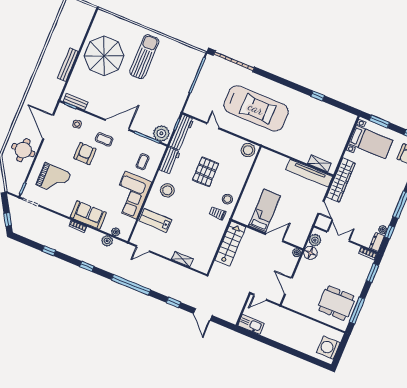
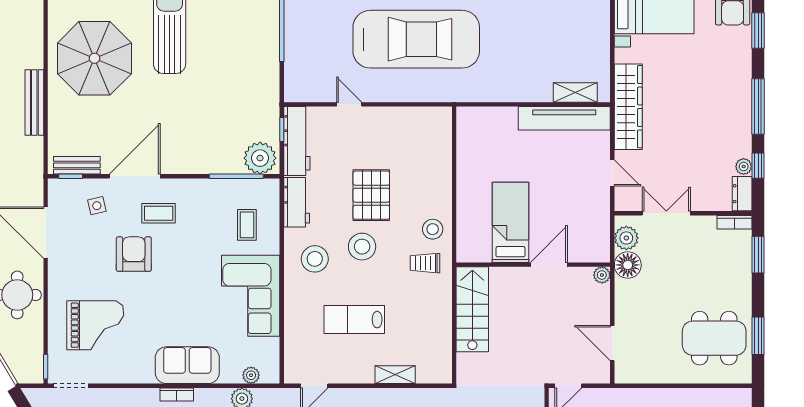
door: (117, 125) -> (135, 176), moved
stool: (248, 150) -> (362, 247), moved
lab bench: (155, 220) -> (354, 320), moved
window: (357, 310) -> (758, 336), width x0.69

